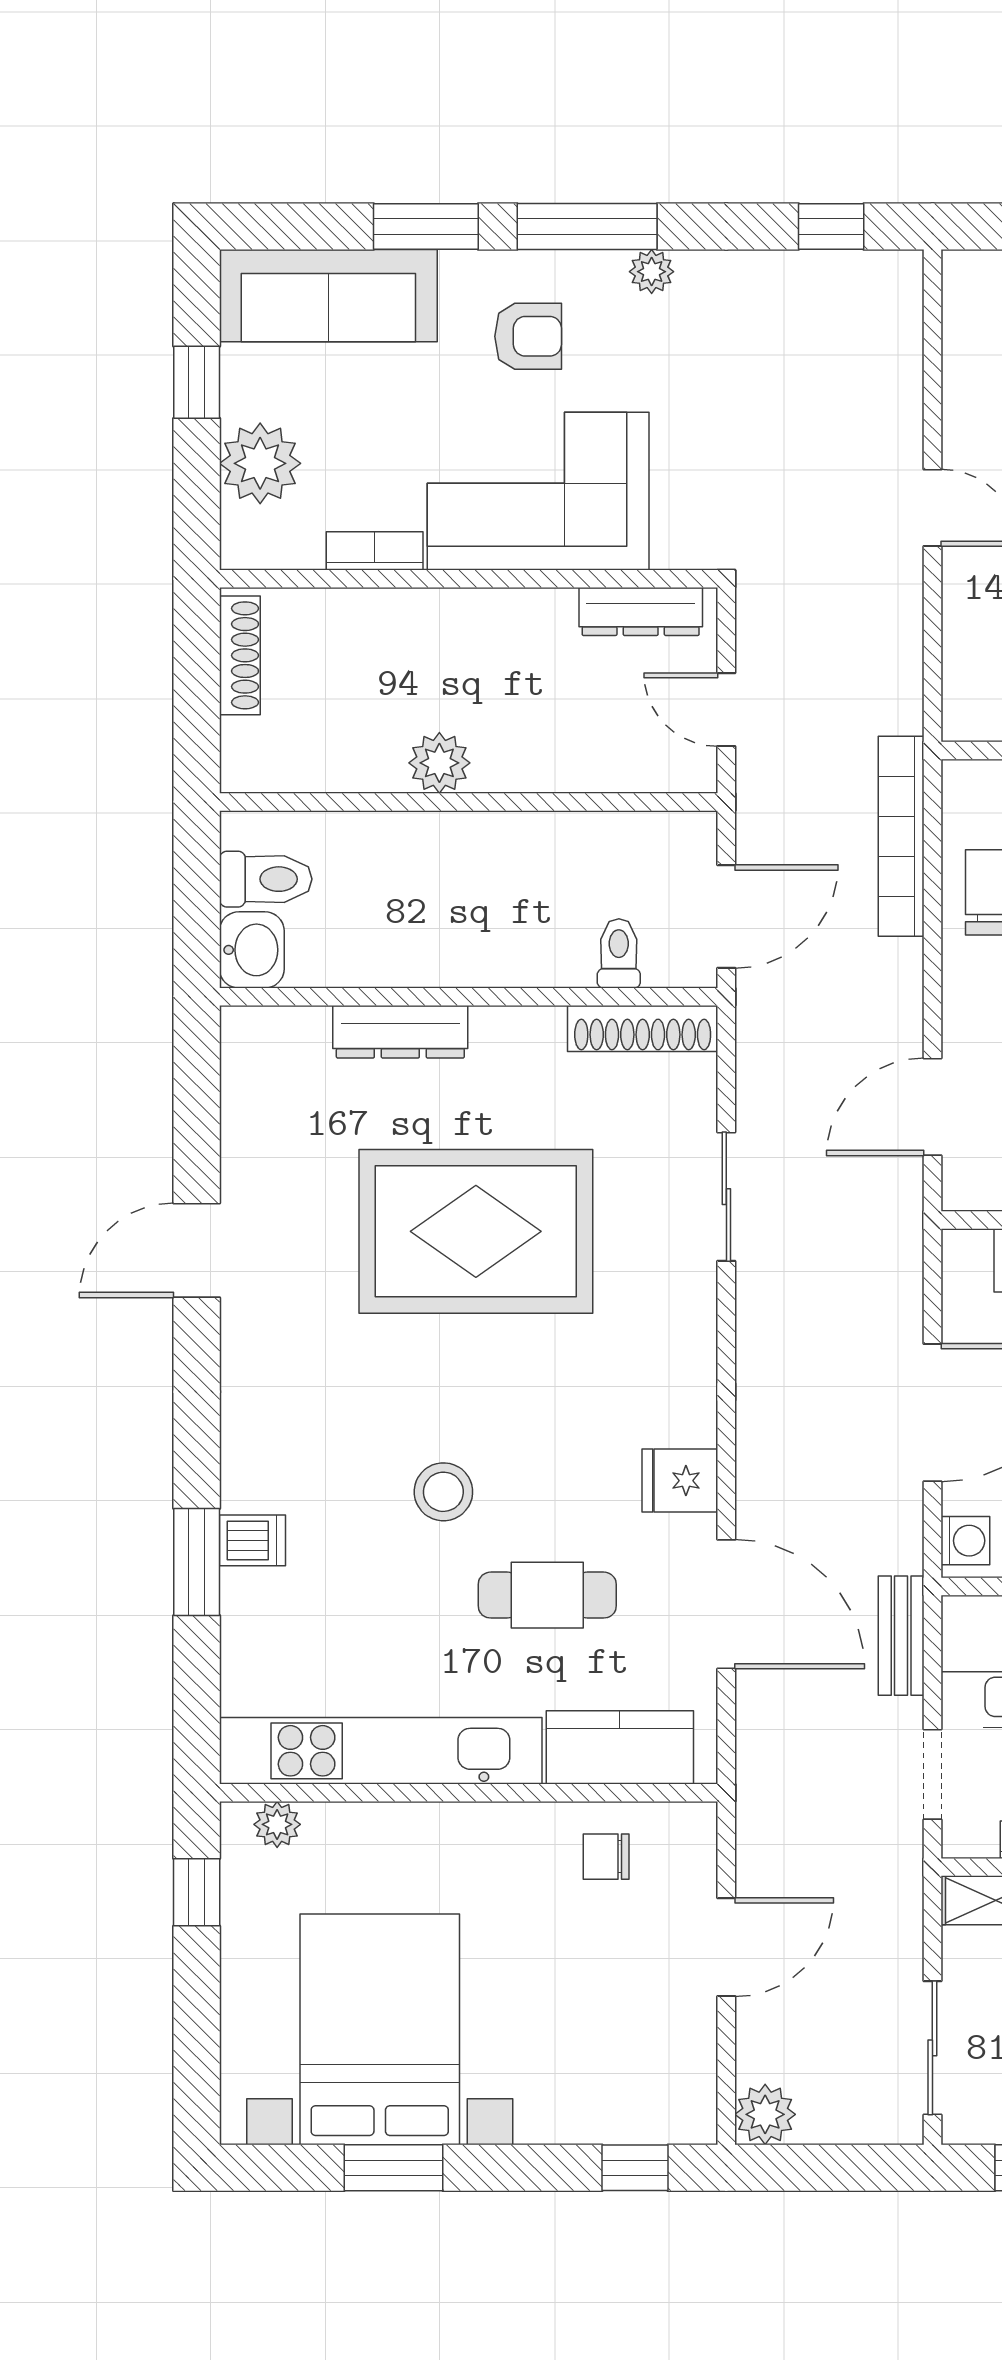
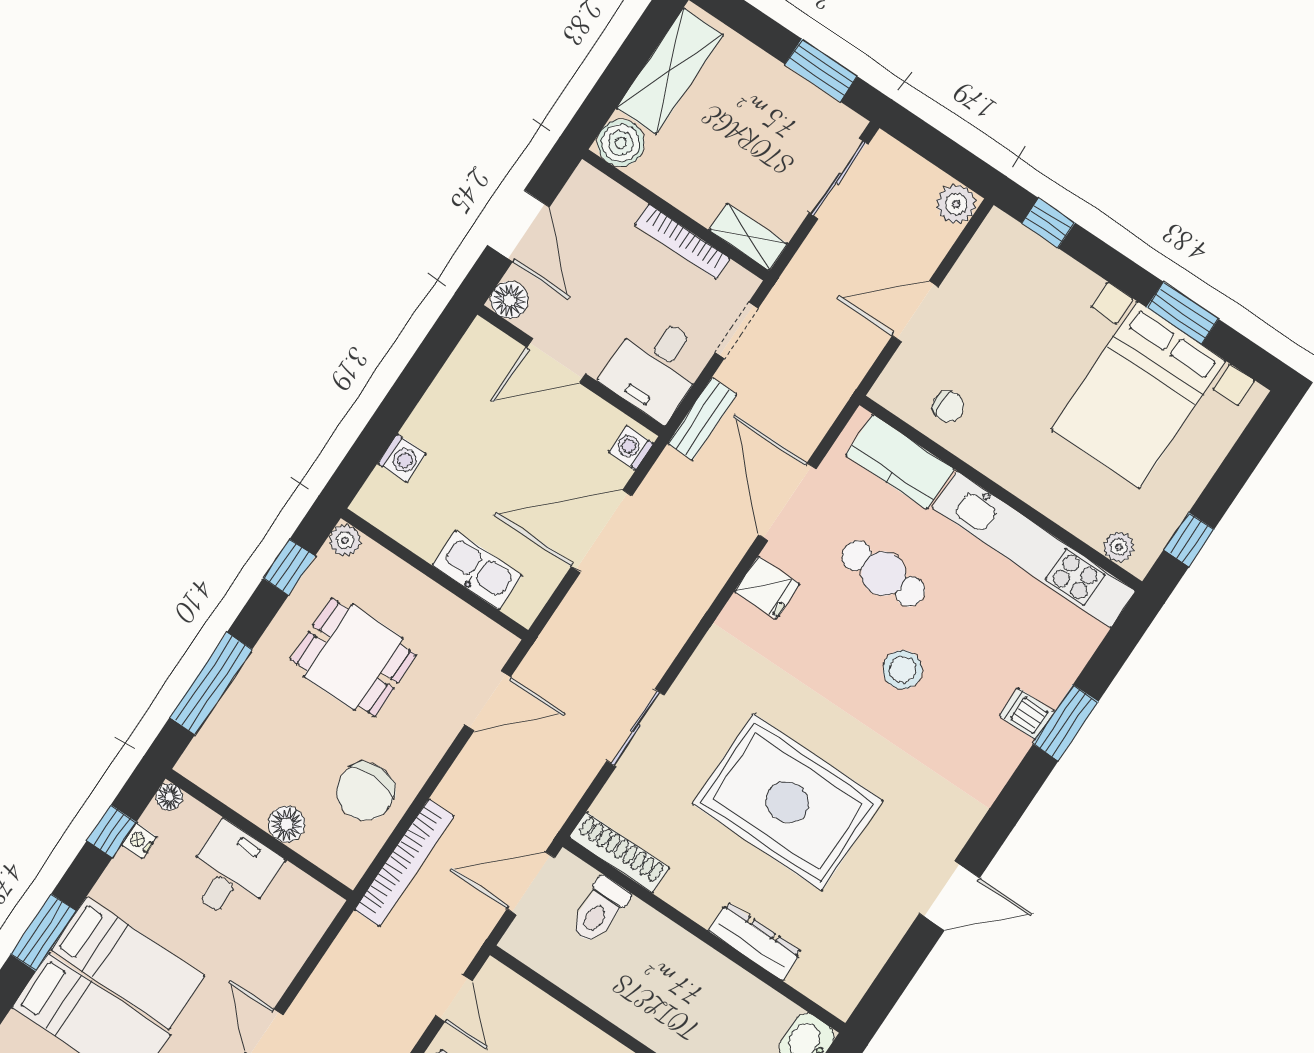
toilet: (619, 953) -> (599, 911), width x1.37, depth x1.39

